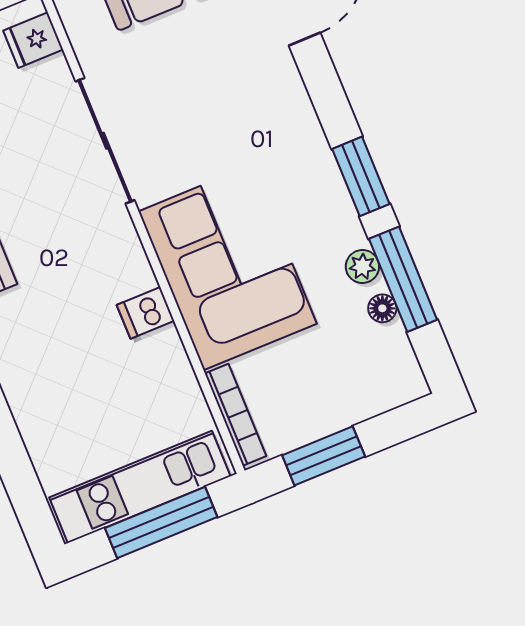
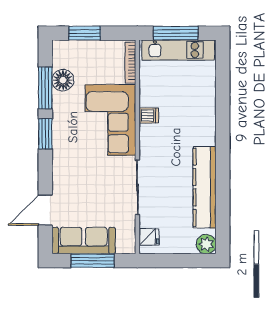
plant: (362, 267) -> (59, 99), removed
floor lamp: (382, 308) -> (63, 80), width x1.89, depth x1.89
window: (324, 456) -> (85, 33), moved

